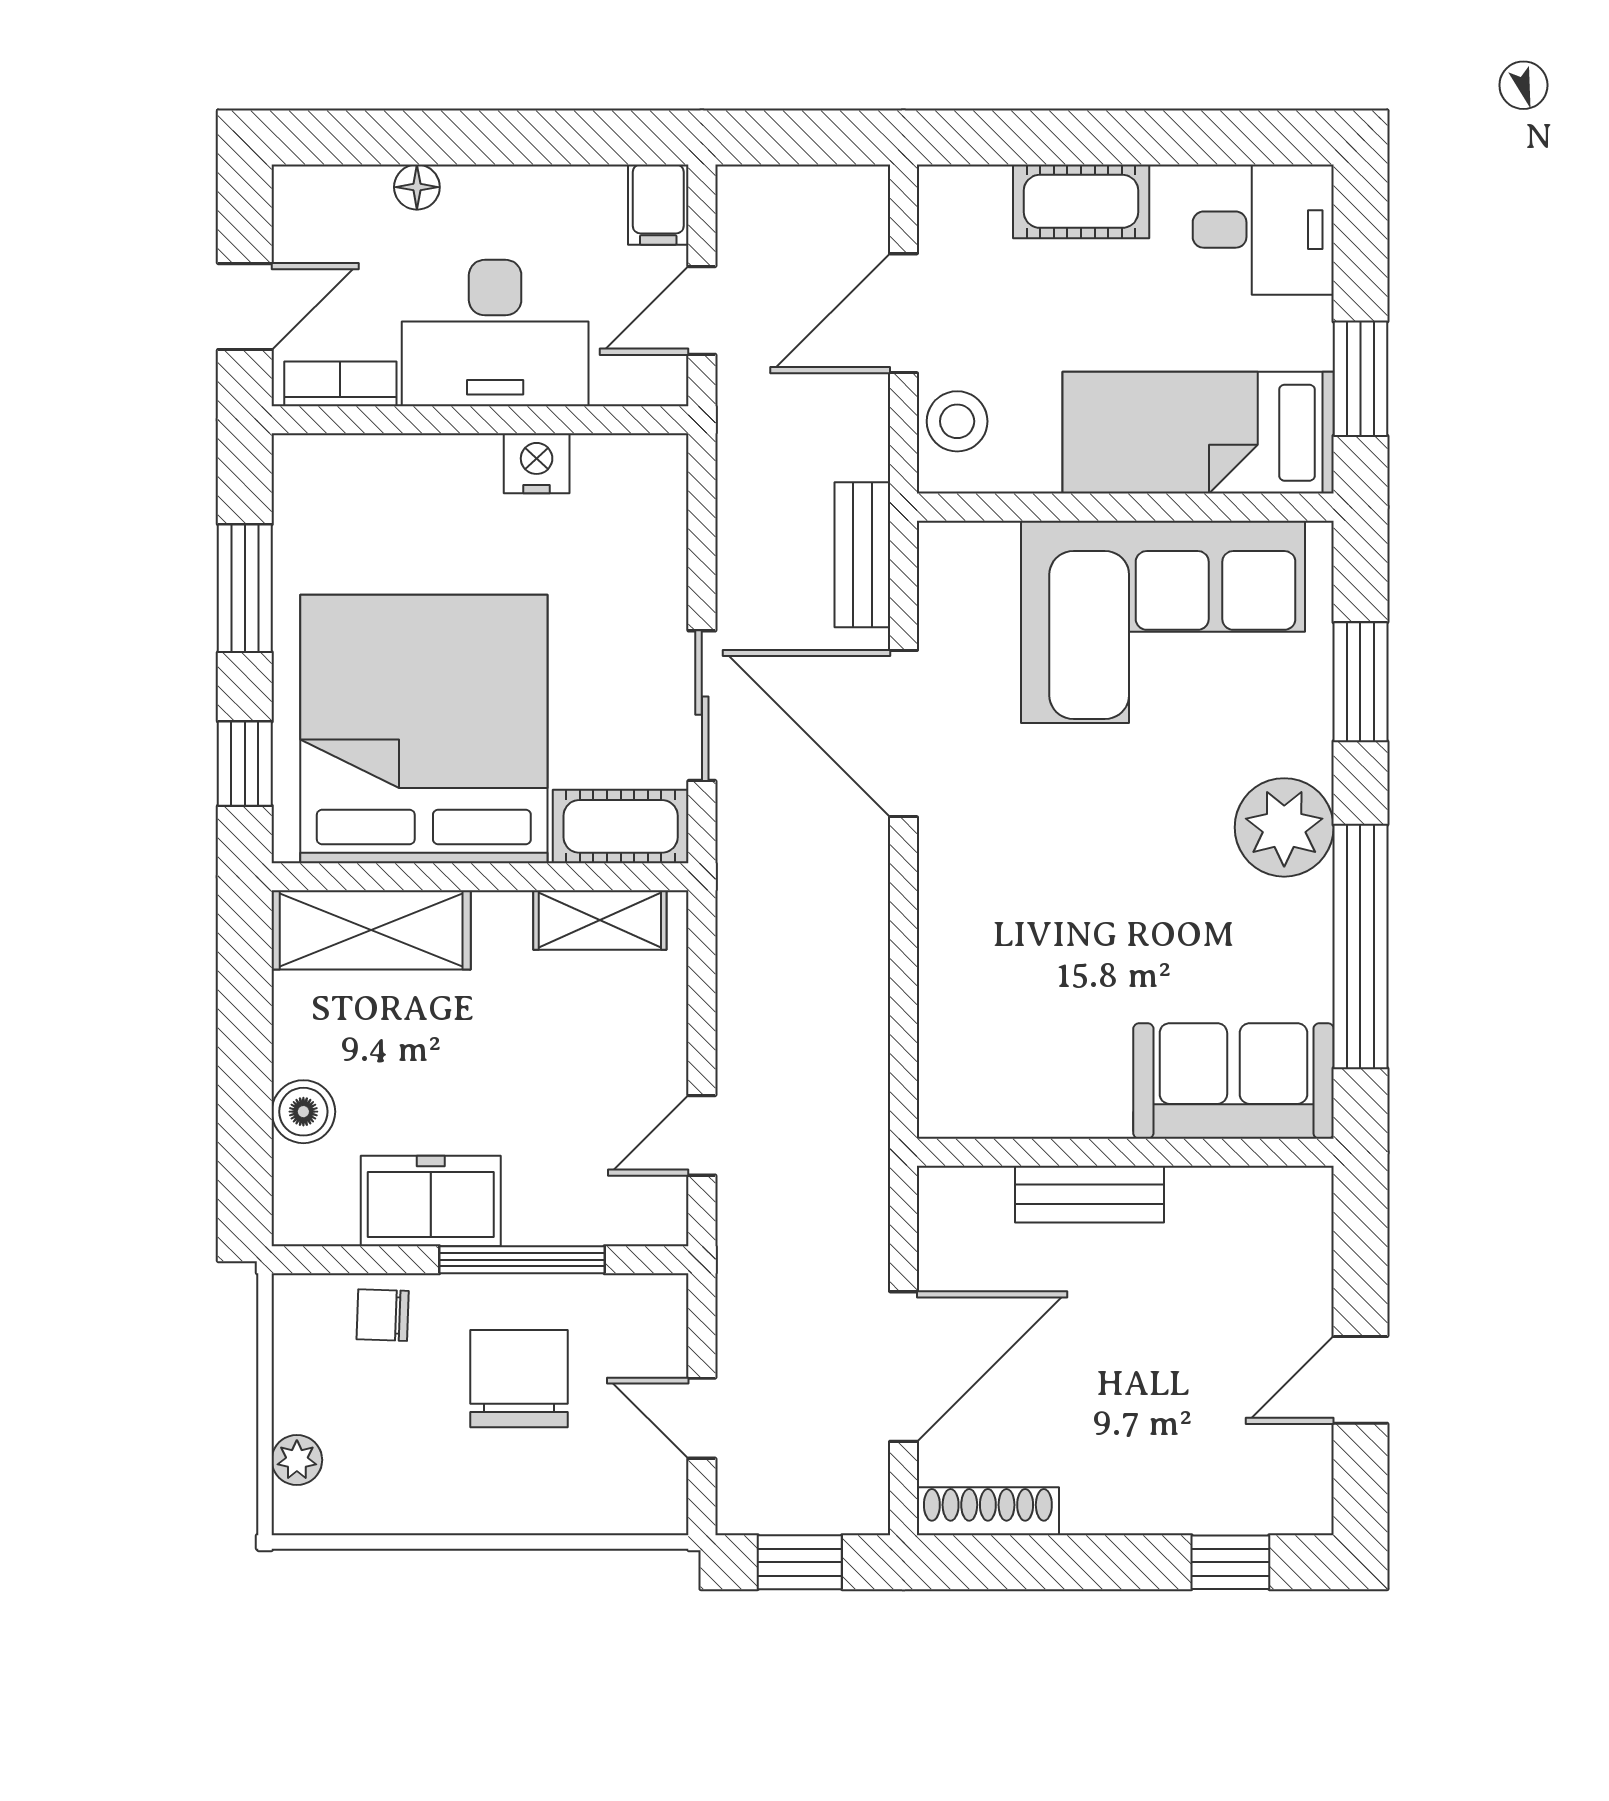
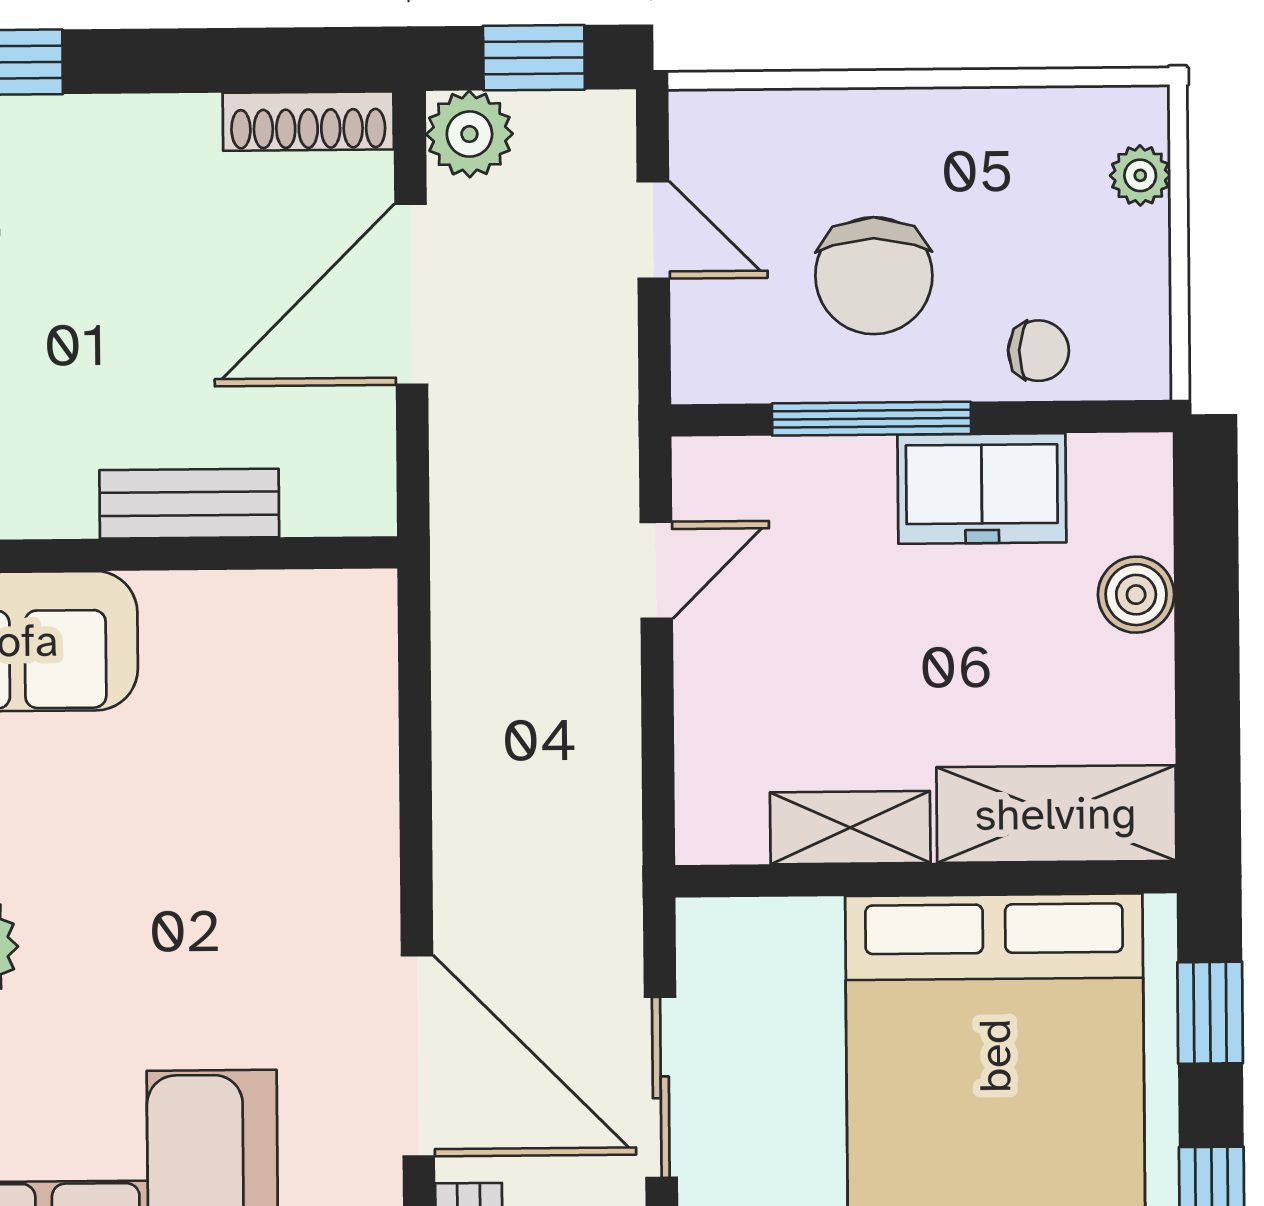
cot: (621, 826) -> (757, 941), removed
shelving: (600, 920) -> (850, 828), moved
plant: (854, 1499) -> (469, 134), added

